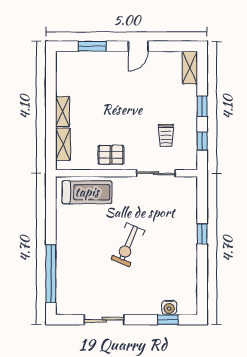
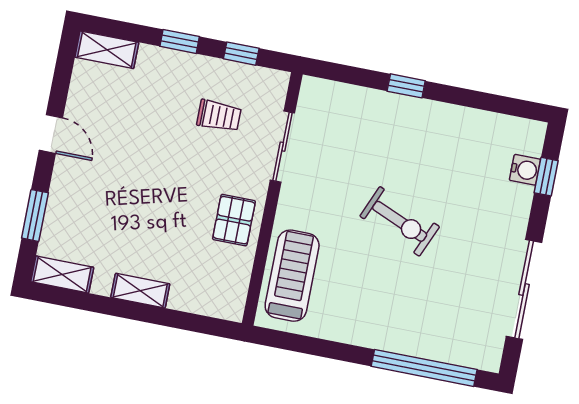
shelving: (63, 144) -> (62, 275), moved
sliding door: (104, 320) -> (524, 290), width x1.37

